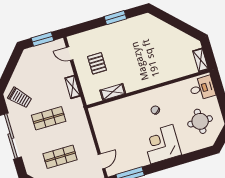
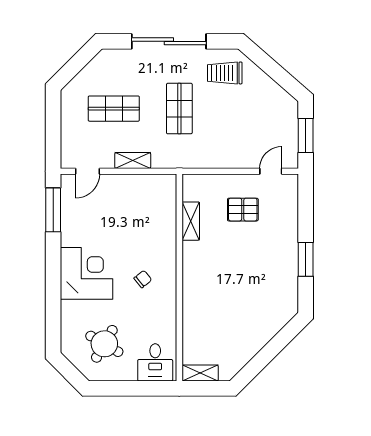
shelving: (73, 87) -> (133, 161), moved
trolley: (20, 98) -> (225, 73), turned 43
round table: (200, 121) -> (104, 344), turned 30
shop shelf: (60, 157) -> (114, 109), turned 90
door: (101, 161) -> (87, 171), hinge flipped

